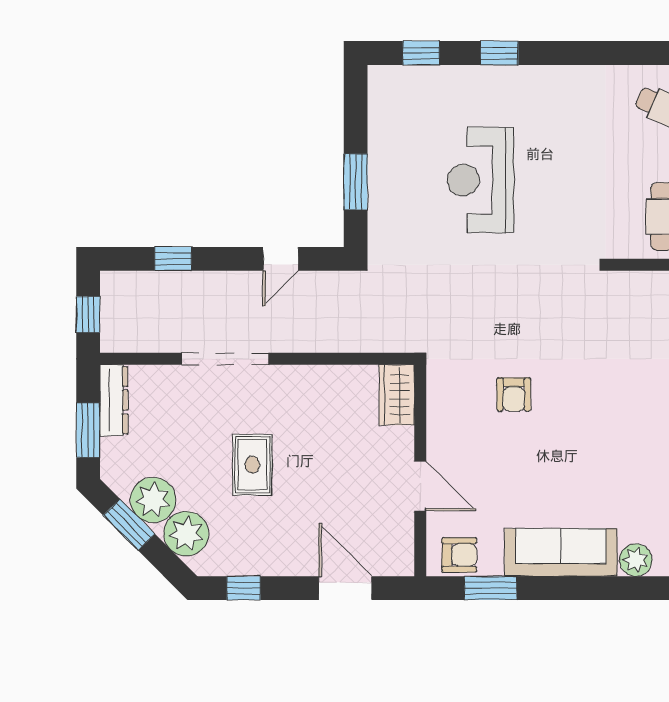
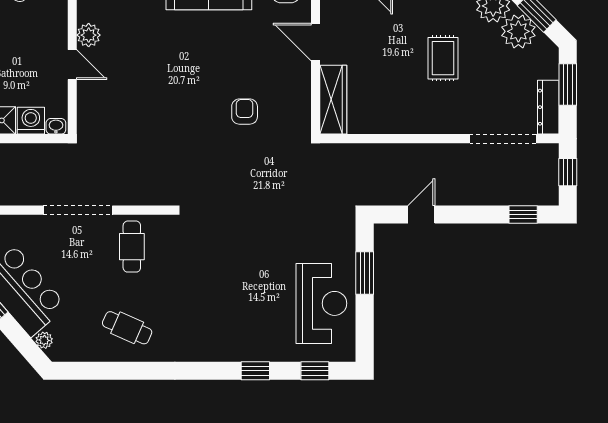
reception desk: (481, 180) -> (321, 303), moved
window: (173, 259) -> (523, 215), moved
doorway: (225, 359) -> (503, 139), moved
wardrobe: (397, 395) -> (333, 100), width x1.50

